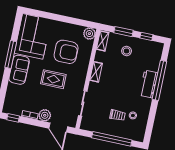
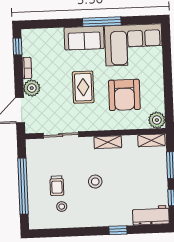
stool: (127, 51) -> (95, 182), moved
window: (159, 80) -> (118, 230), width x0.32
workbench: (149, 84) -> (151, 215), moved

